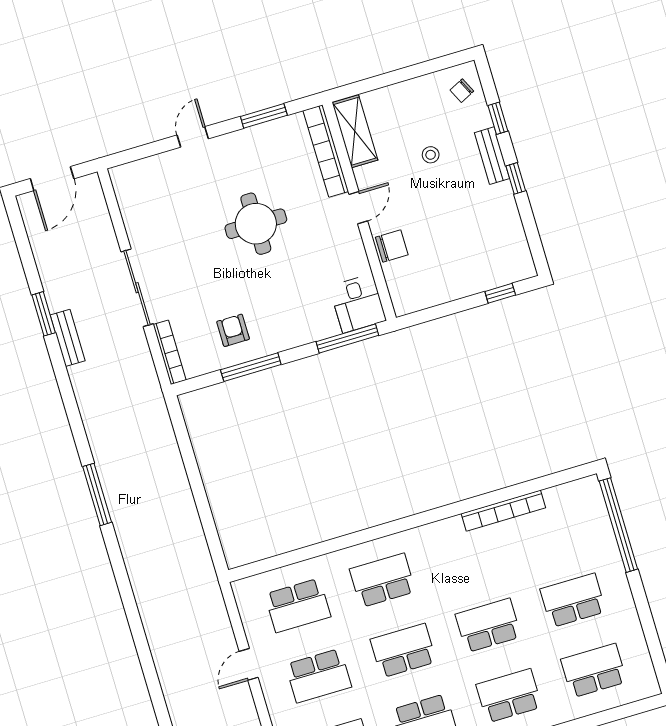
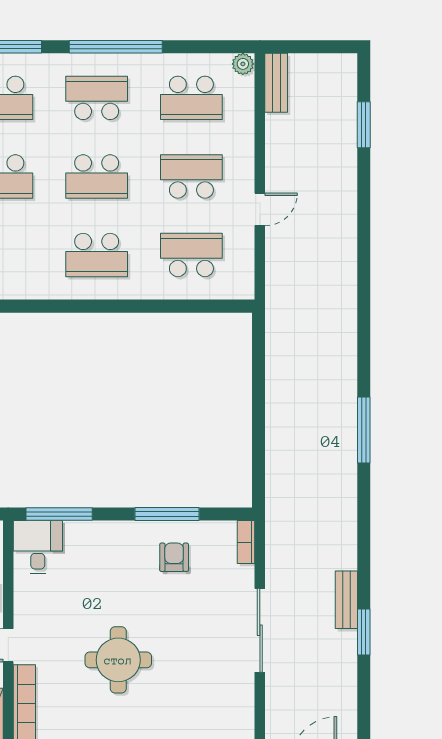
armchair: (233, 330) -> (174, 557), turned 180
bookcase: (170, 352) -> (246, 542), width x0.64

